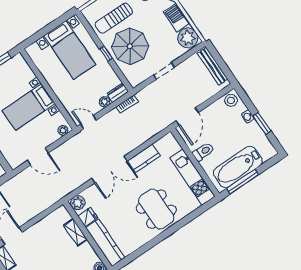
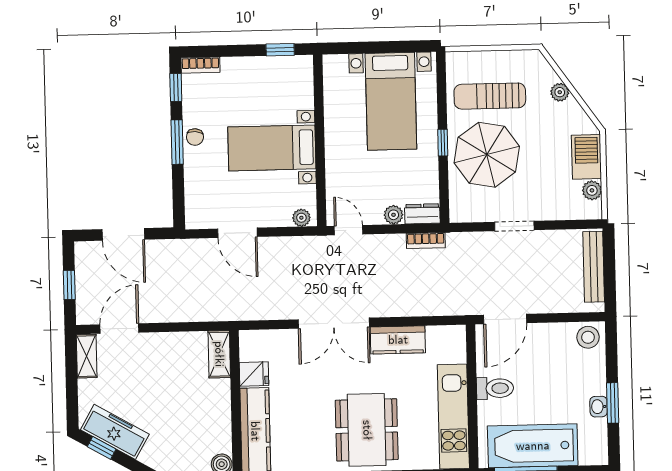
plant: (188, 38) -> (592, 190), width x0.53, depth x0.53
washbasin: (248, 116) -> (599, 407), moved
plant: (78, 203) -> (253, 343), removed
shelving: (75, 232) -> (219, 354), moved

